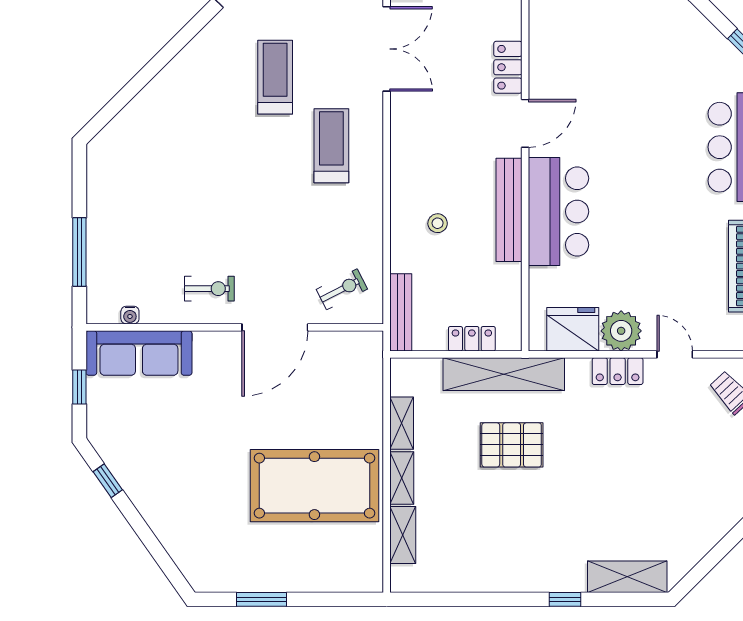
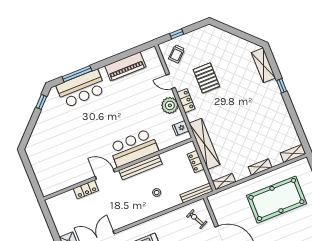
fridge: (573, 329) -> (181, 128), width x0.53, depth x0.75
door: (675, 354) -> (171, 81), hinge flipped
shelving: (402, 423) -> (224, 182), moved
pallet: (512, 445) -> (206, 78), moved
pool table: (314, 486) -> (276, 200), turned 90
shelving: (403, 535) -> (293, 153), moved

